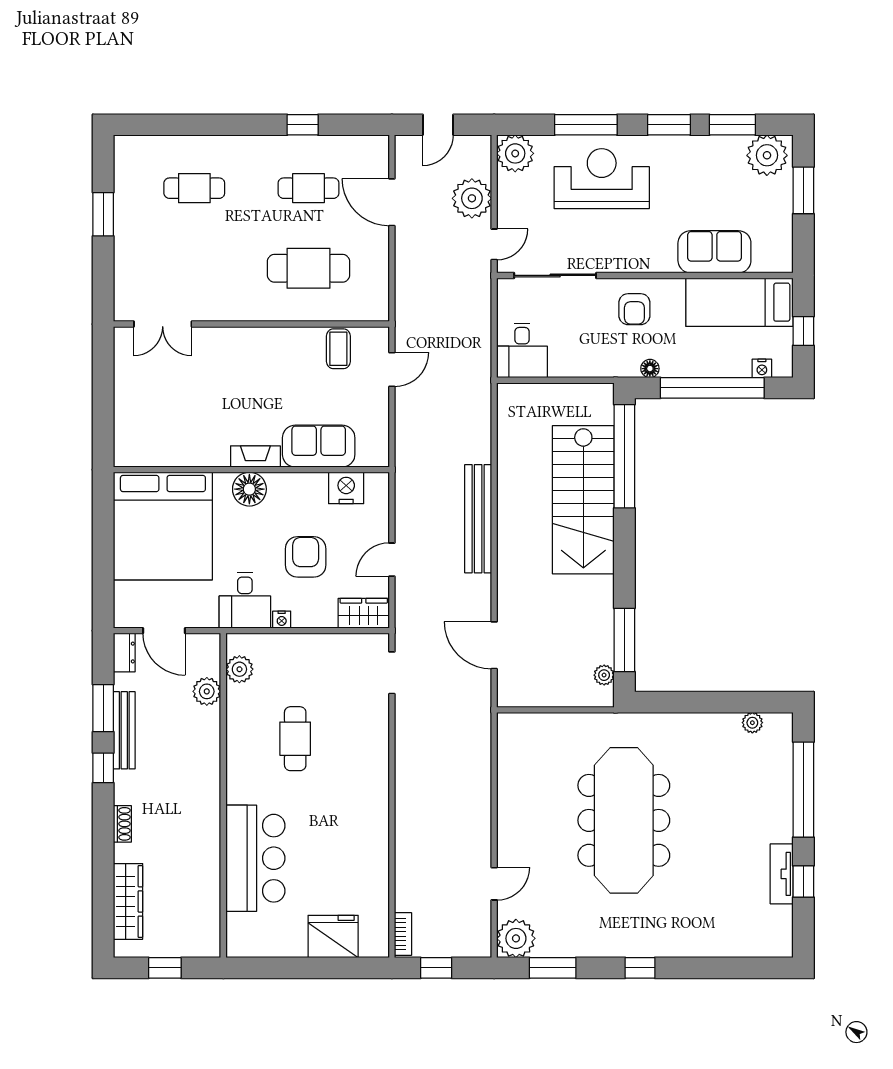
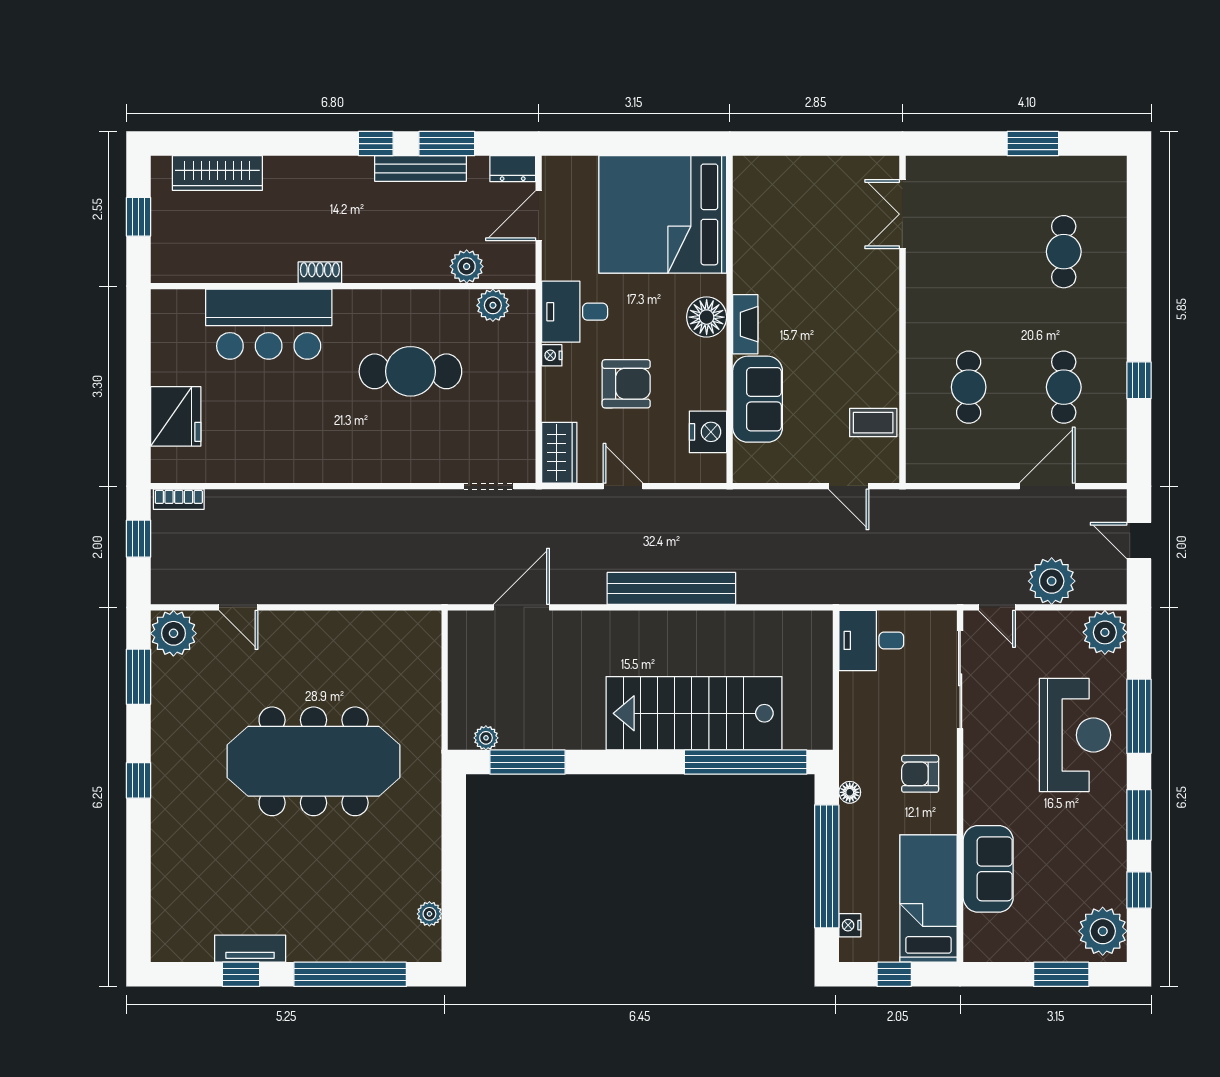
window: (732, 125) -> (1139, 890), width x0.67
cafe table: (308, 268) -> (969, 387), width x0.73, depth x0.74
cafe table: (295, 739) -> (410, 371), width x1.37, depth x1.35
shoe rack: (122, 824) -> (320, 272), moved, turned 180

